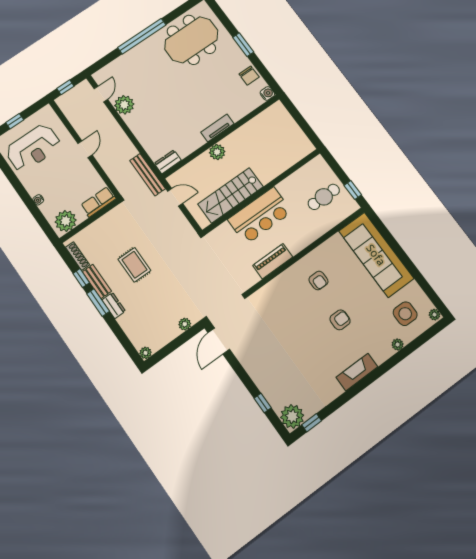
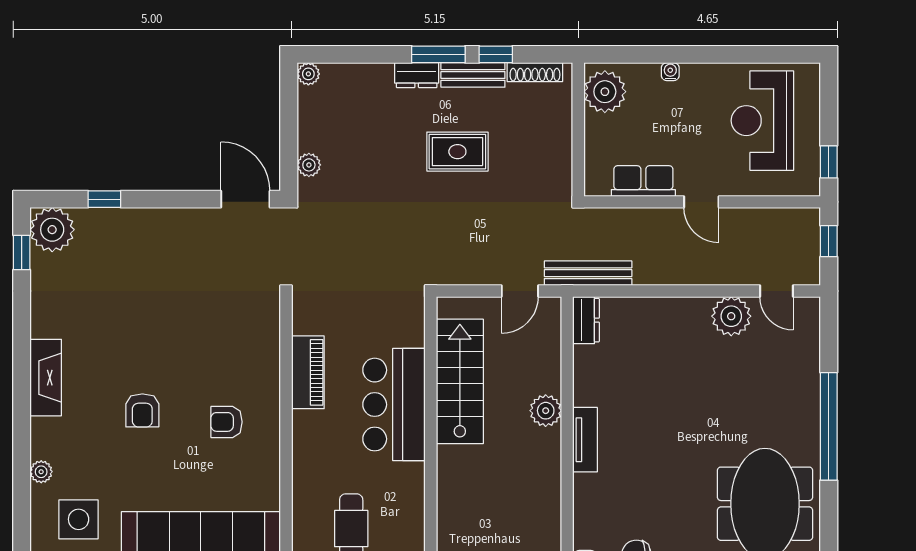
window: (15, 121) -> (829, 162), moved
row of seats: (98, 202) -> (643, 181), moved, turned -90

